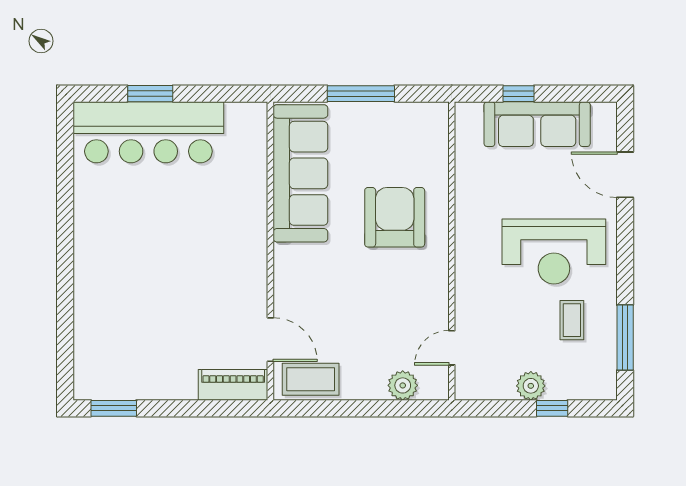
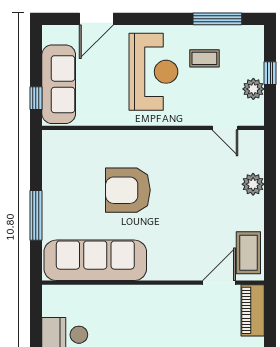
wall: (452, 251) -> (153, 128), moved
door: (452, 348) -> (225, 128), moved

